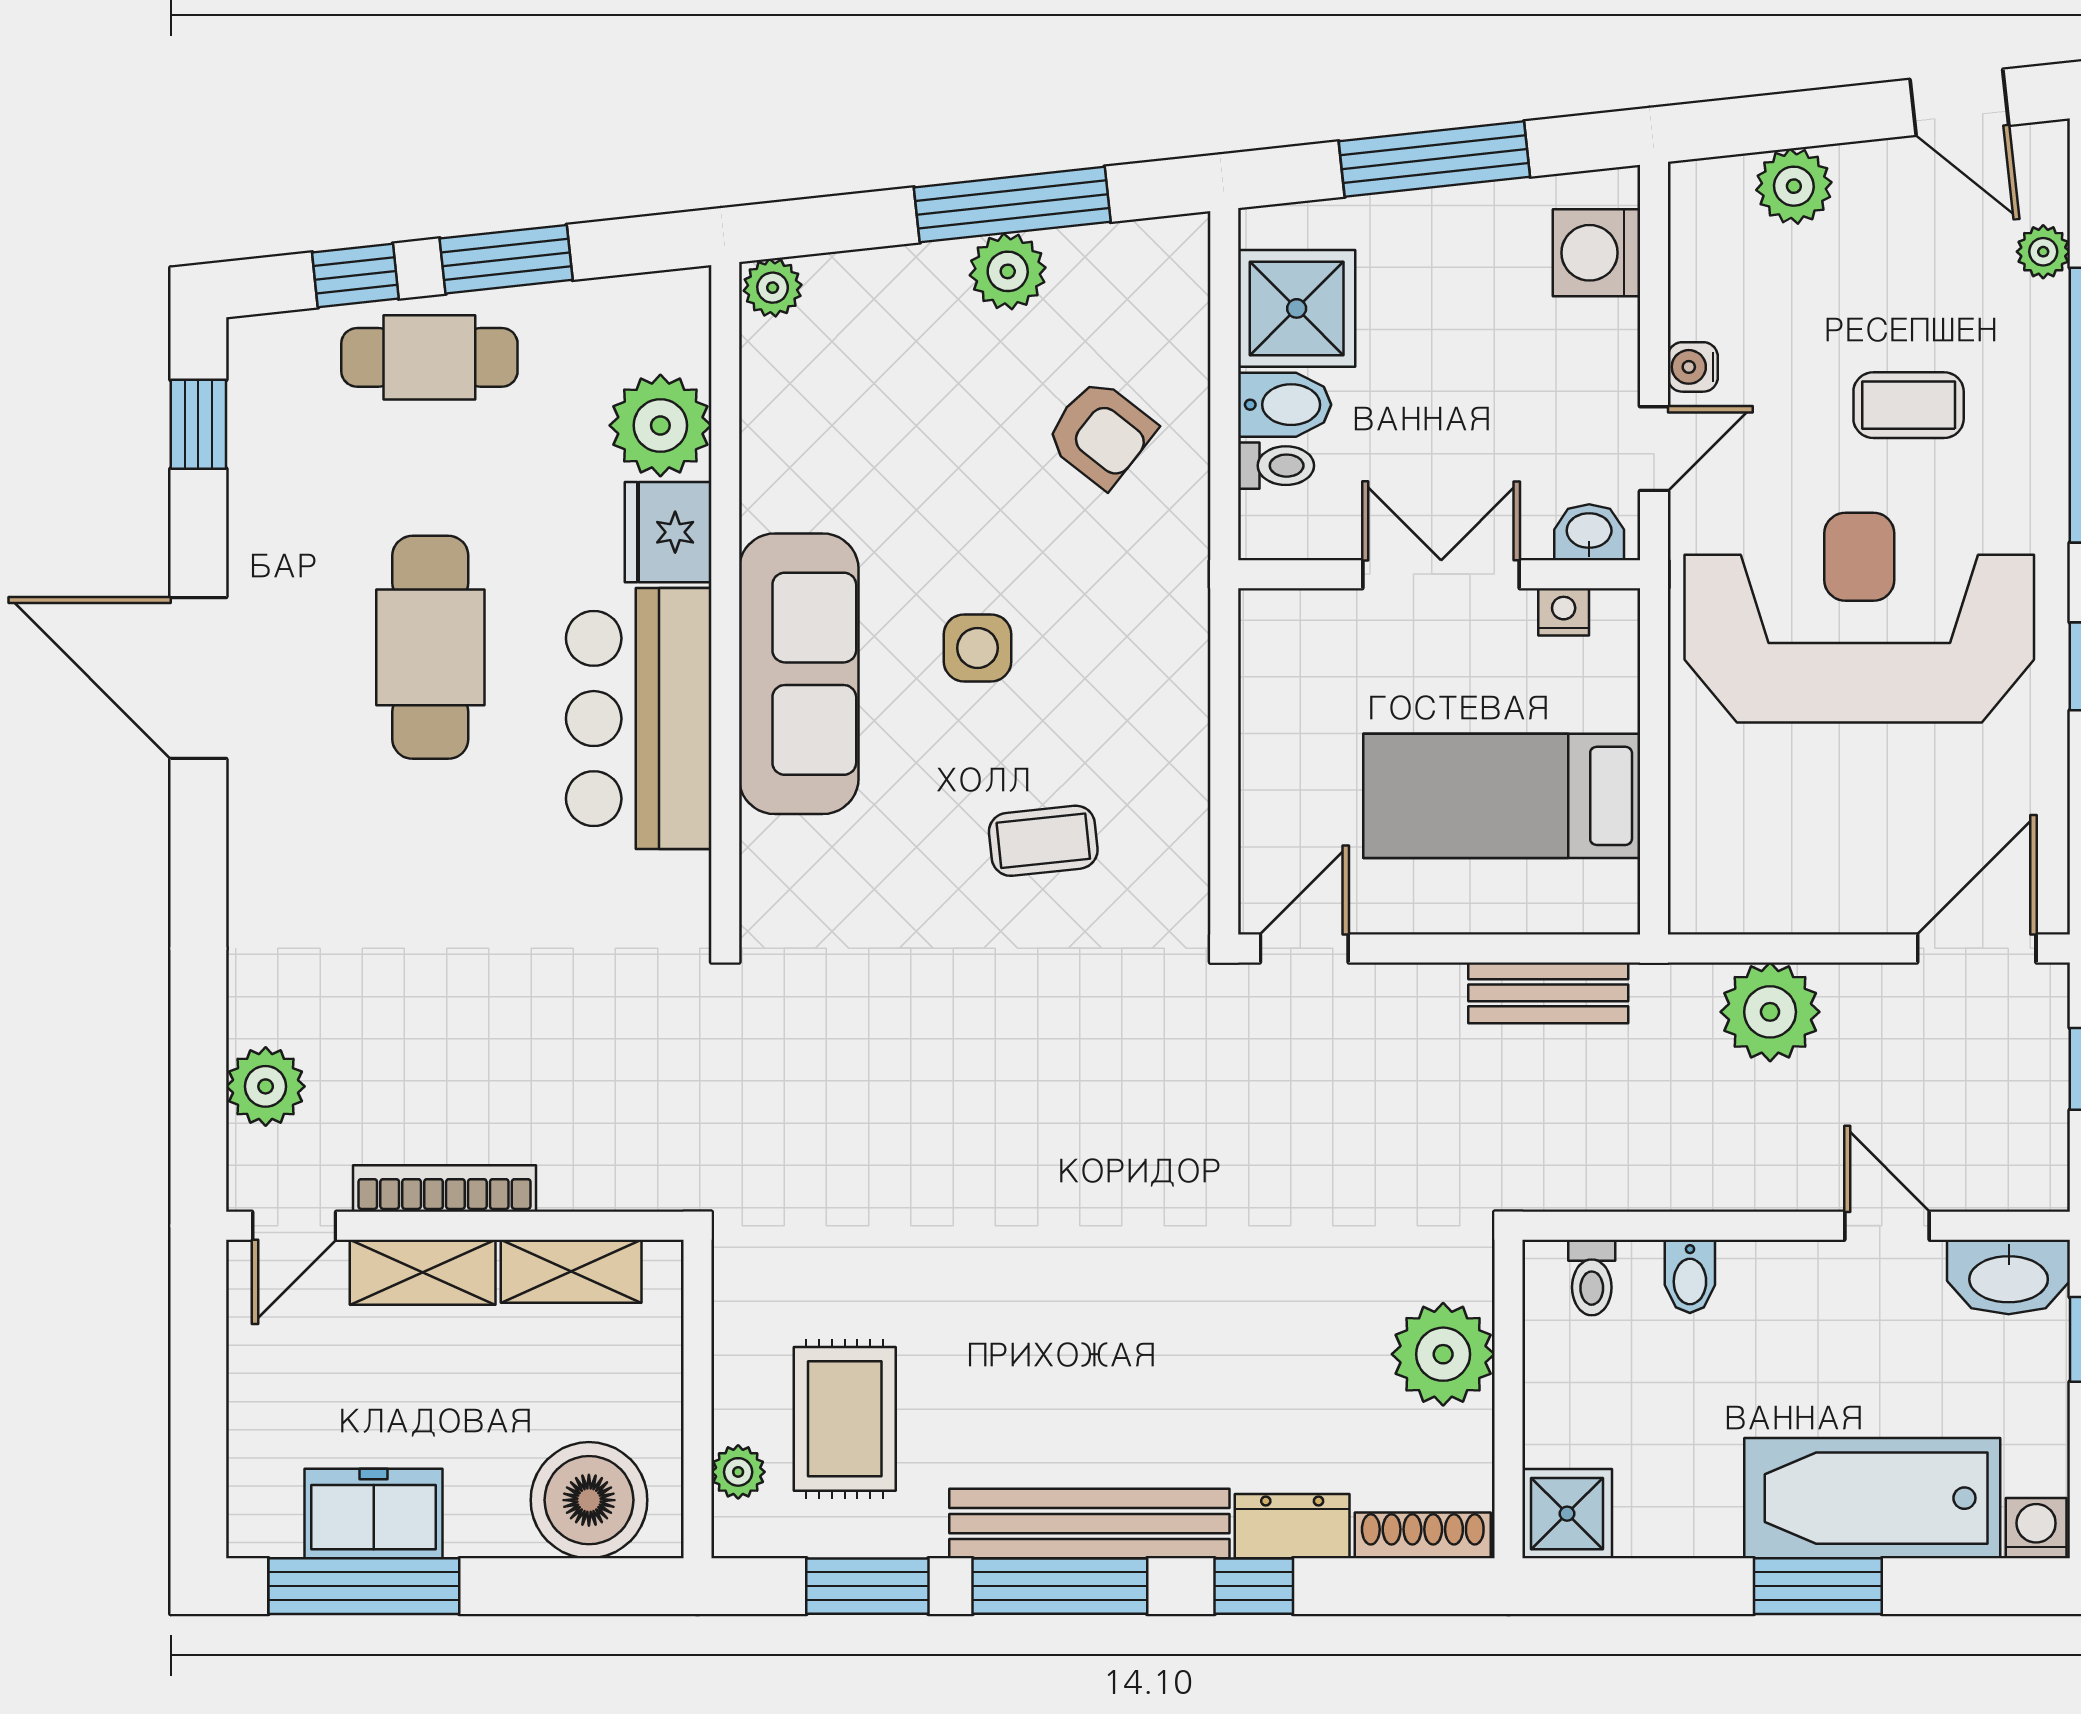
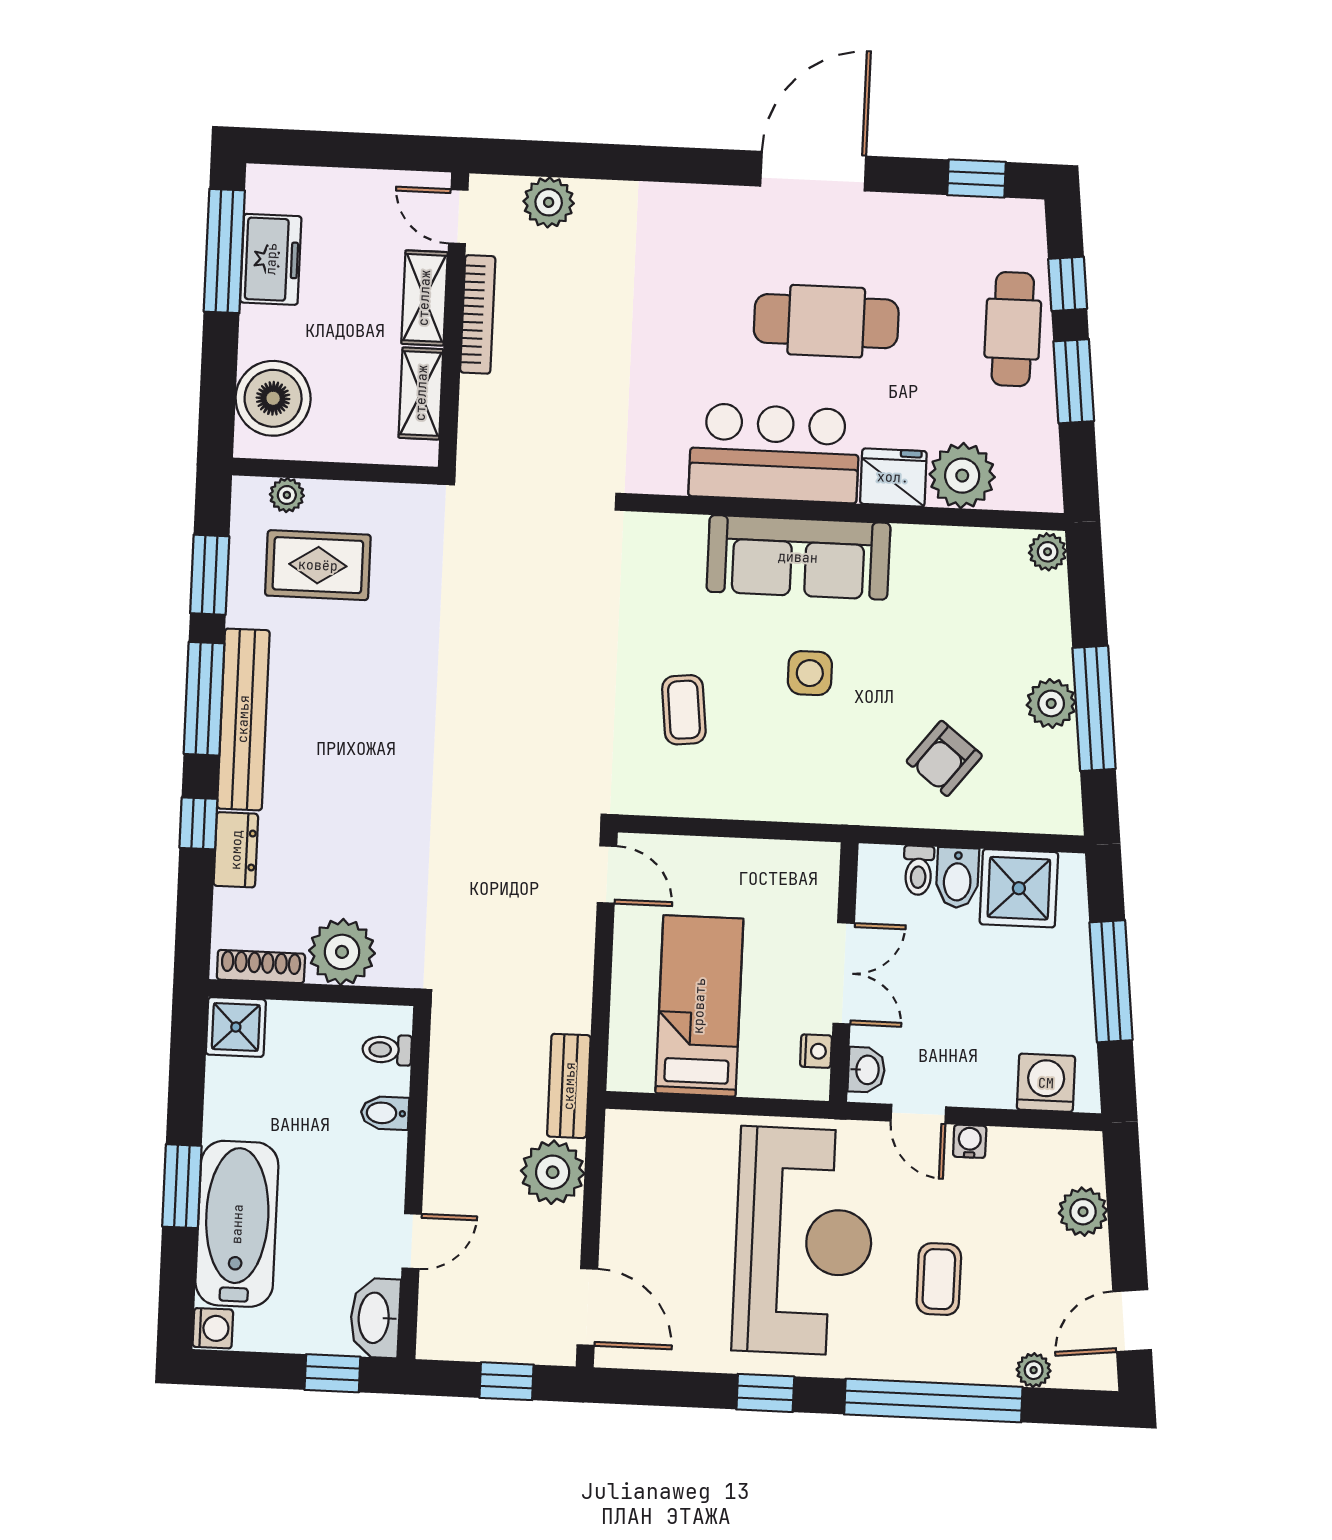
bench: (1548, 993) -> (569, 1086), moved
shoe rack: (1423, 1535) -> (261, 967), moved, turned -90

